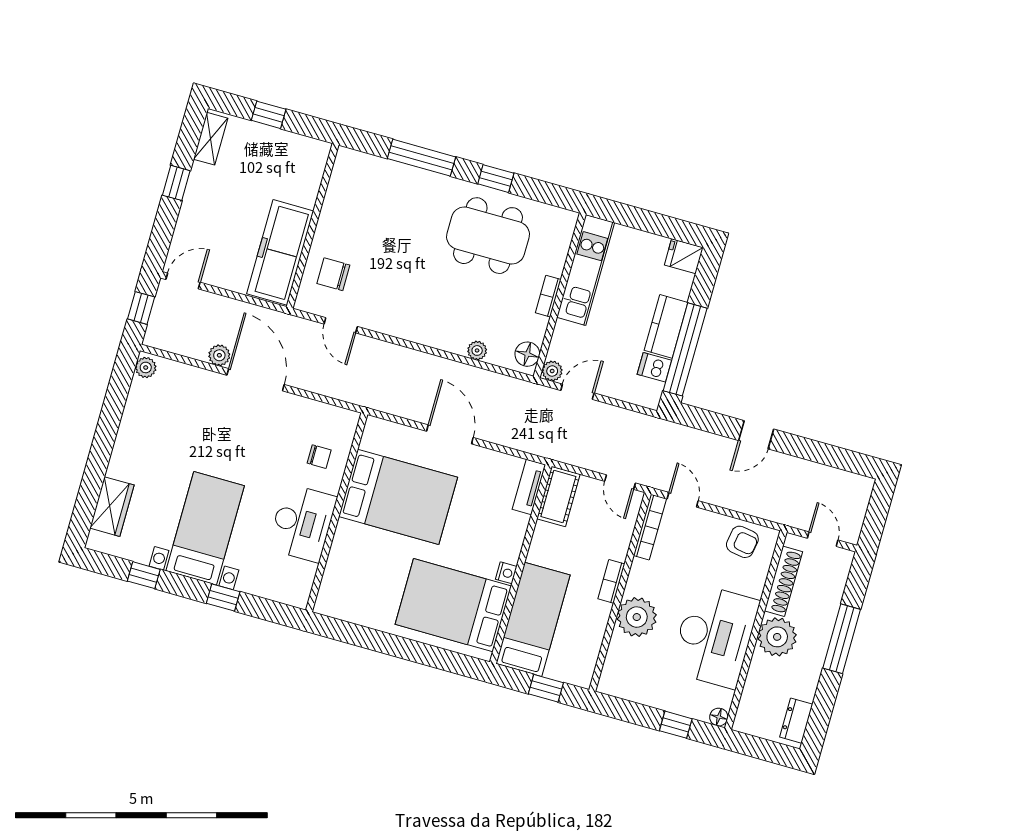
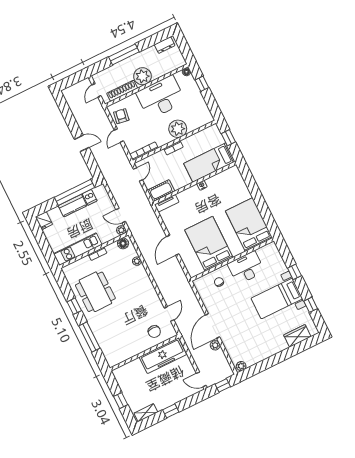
door: (683, 500) -> (119, 136), moved
bed: (453, 605) -> (249, 225), moved, turned 180

